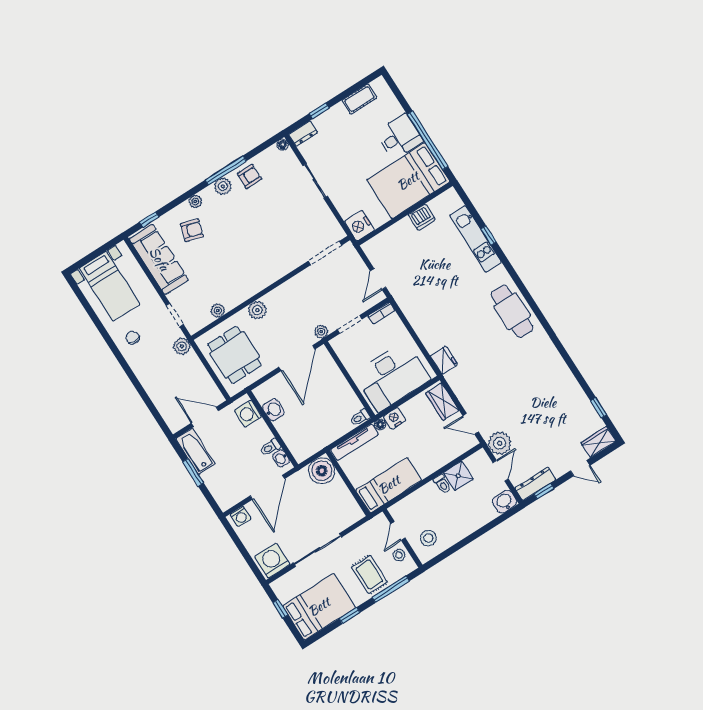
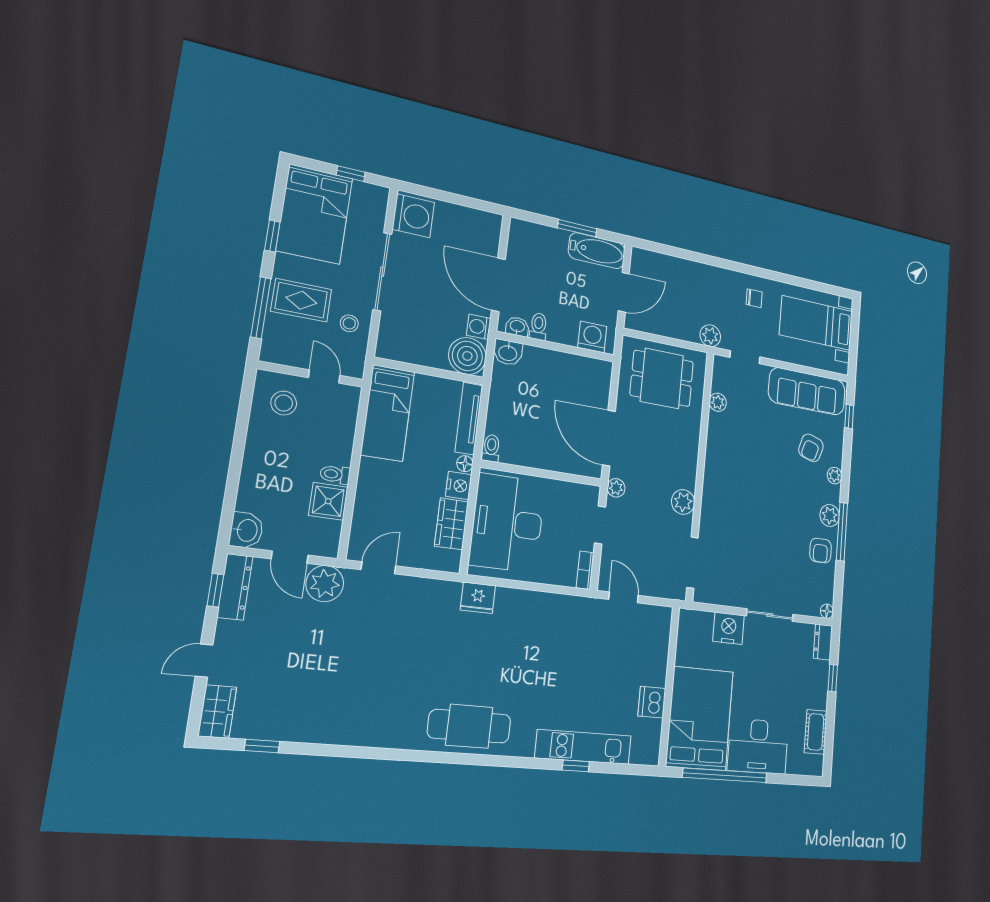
desk: (399, 137) -> (758, 746), width x1.37
nightstand: (359, 226) -> (729, 628), moved
plant: (257, 310) -> (683, 502), moved
wardrobe: (442, 402) -> (451, 524), moved, turned -90
washbasin: (273, 410) -> (508, 352), moved
washing machine: (241, 516) -> (479, 327), moved
stool: (399, 555) -> (349, 323), moved

